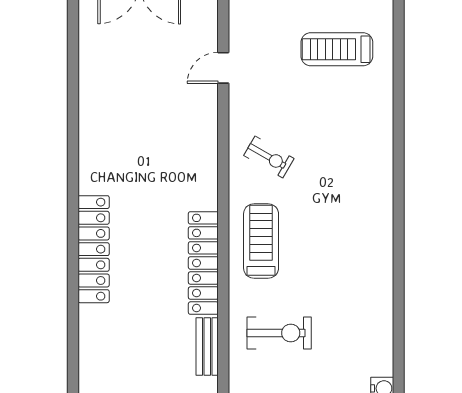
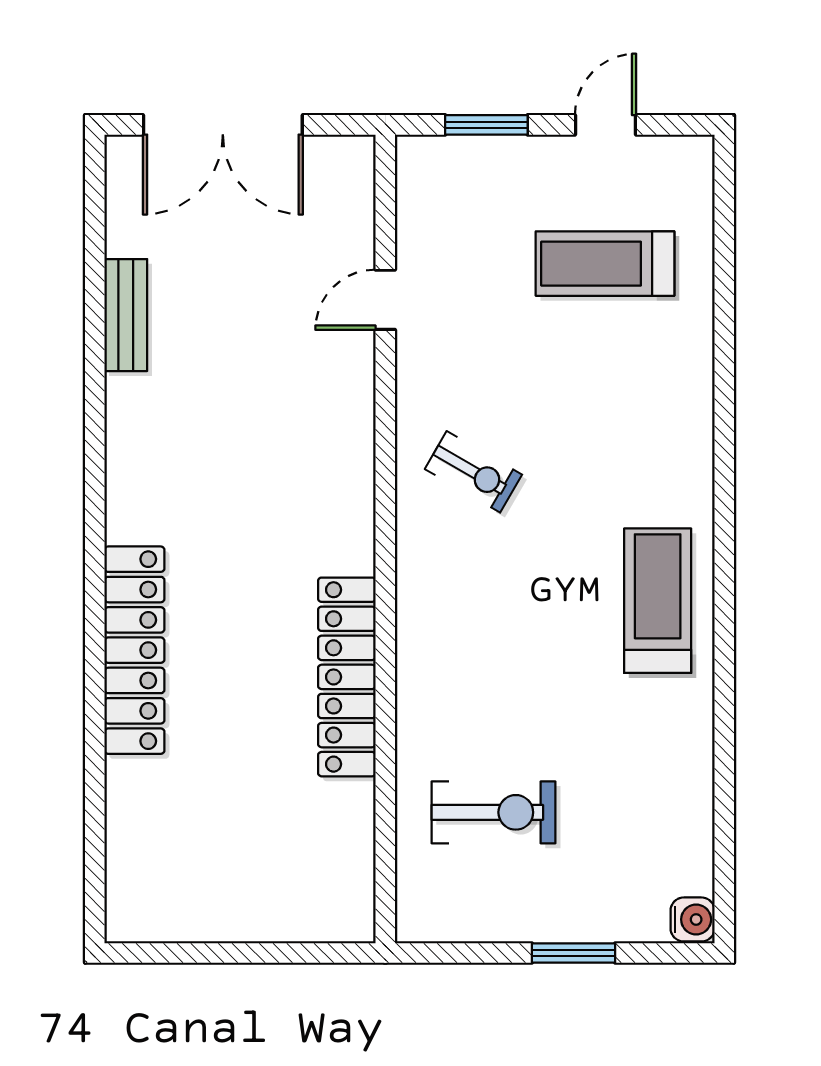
treadmill: (261, 241) -> (658, 601), moved
bench: (207, 347) -> (126, 315), moved

